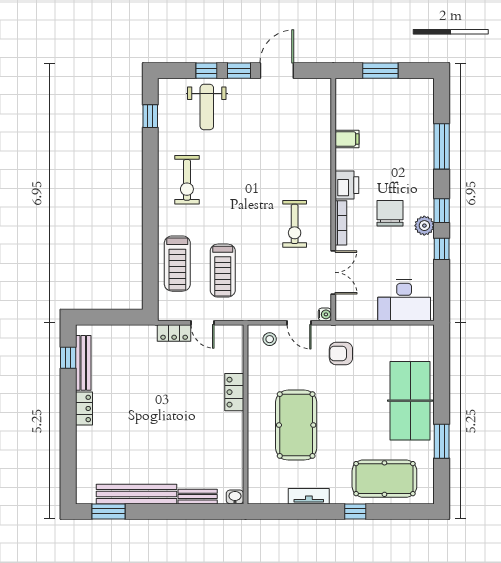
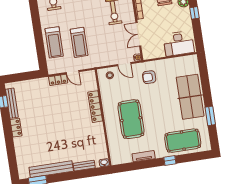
double door: (333, 272) -> (138, 34), swing flipped
locker: (234, 392) -> (95, 107), width x1.53

